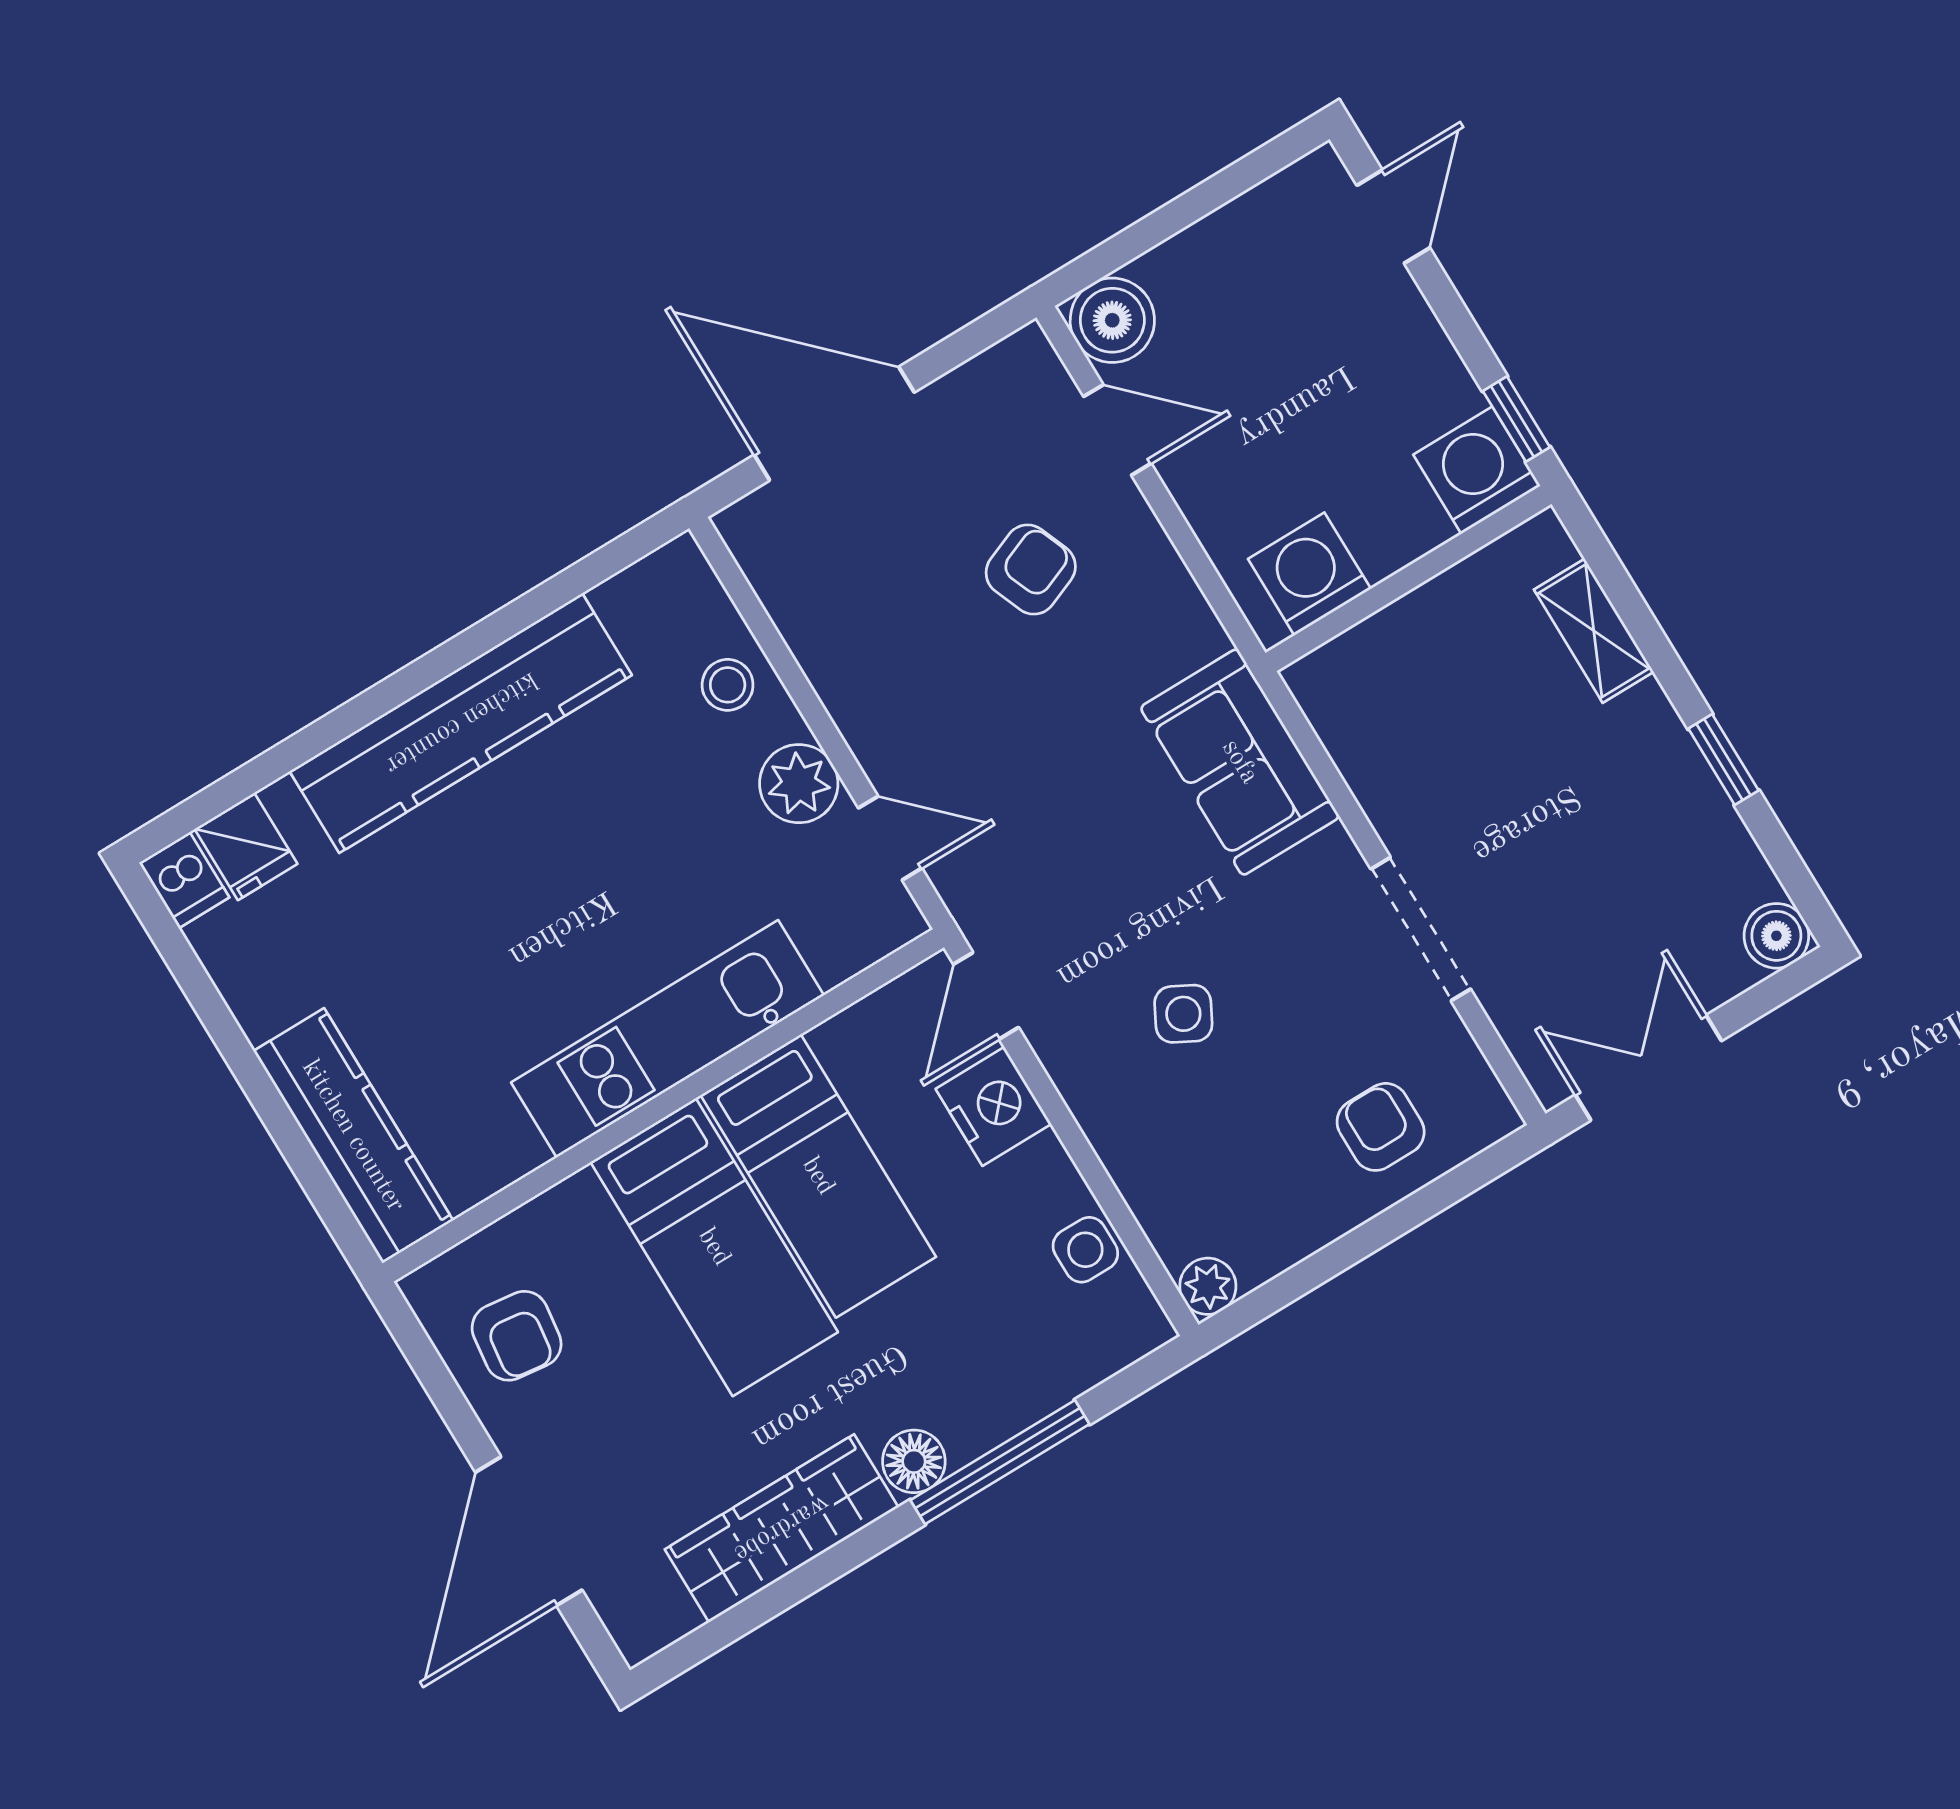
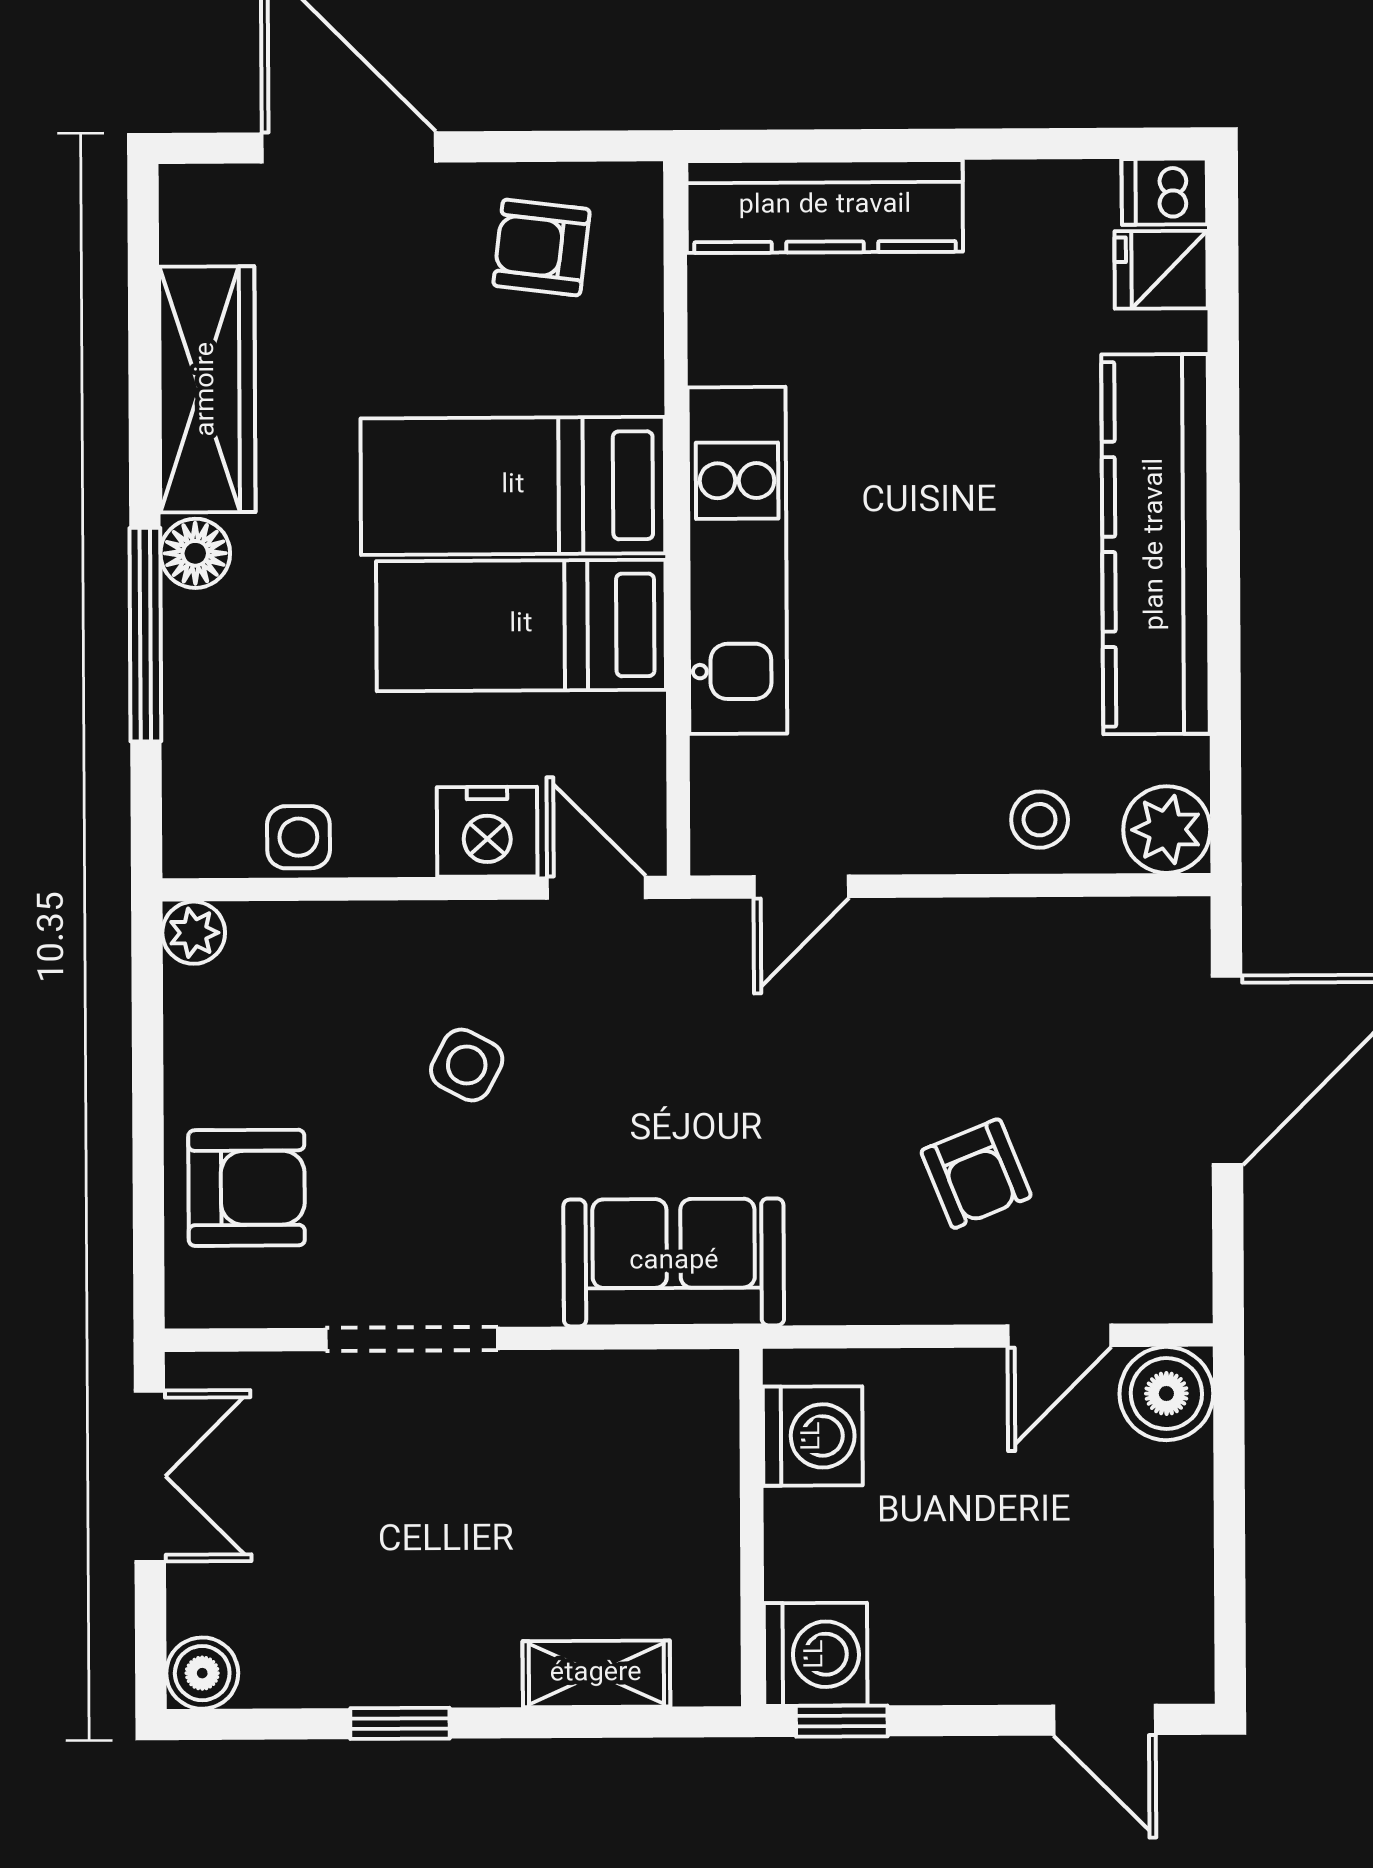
plant: (799, 784) -> (1167, 830), moved
armchair: (1381, 1127) -> (247, 1188), width x1.38, depth x1.38

